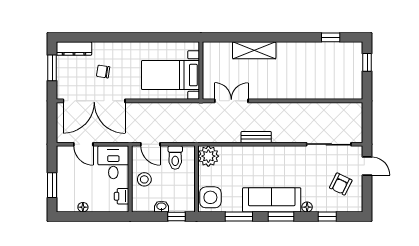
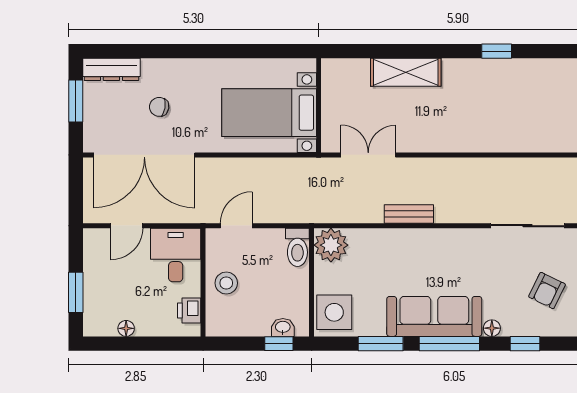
window: (331, 37) -> (497, 51), moved
door: (83, 144) -> (127, 226), hinge flipped
door: (150, 144) -> (236, 226), swing flipped
toilet: (175, 158) -> (297, 247), moved
washbasin: (161, 207) -> (283, 327), moved
window: (281, 217) -> (449, 344), width x1.44

